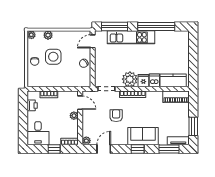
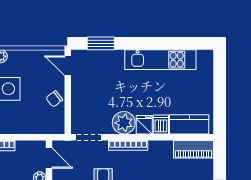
window: (115, 27) -> (101, 43), width x0.69
window: (156, 27) -> (164, 43), removed
kitchen unit: (131, 37) -> (160, 60), moved
door: (93, 41) -> (68, 66), hinge flipped

